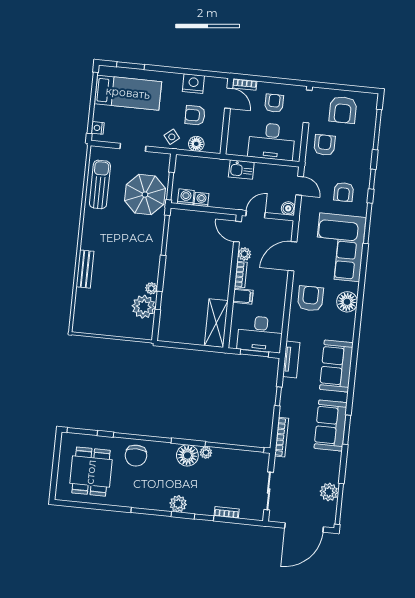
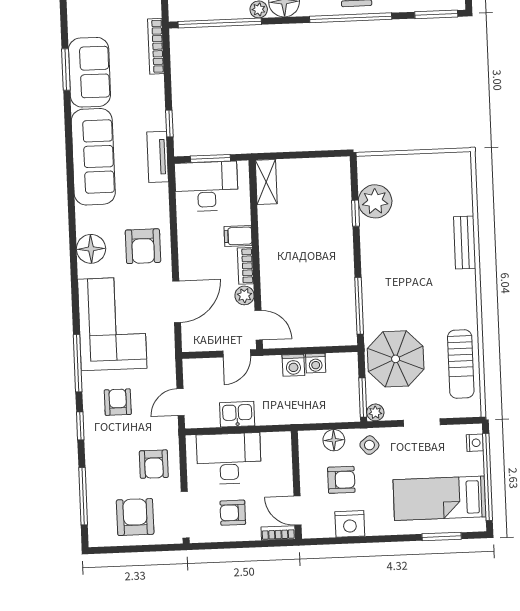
armchair: (274, 103) -> (233, 513), turned 90
kitchen sink: (241, 170) -> (237, 414), moved
window: (170, 186) -> (363, 398), moved
door: (300, 186) -> (181, 402), hinge flipped
washing machine: (186, 197) -> (293, 365), moved
boiler: (288, 208) -> (192, 368), removed
plant: (151, 288) -> (375, 412), moved
shelving: (216, 323) -> (266, 182), width x0.67, depth x0.75
sofa: (336, 366) -> (93, 157), width x1.36
window: (278, 396) -> (169, 123), moved

